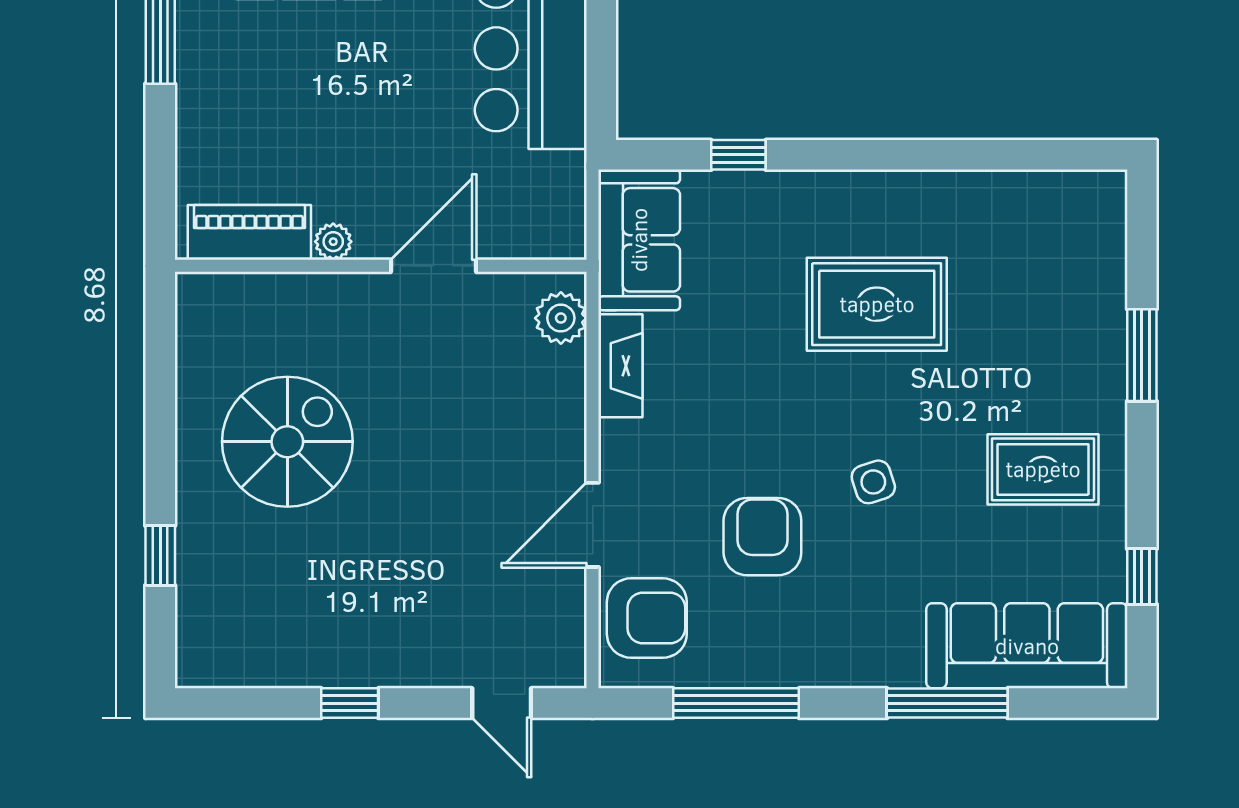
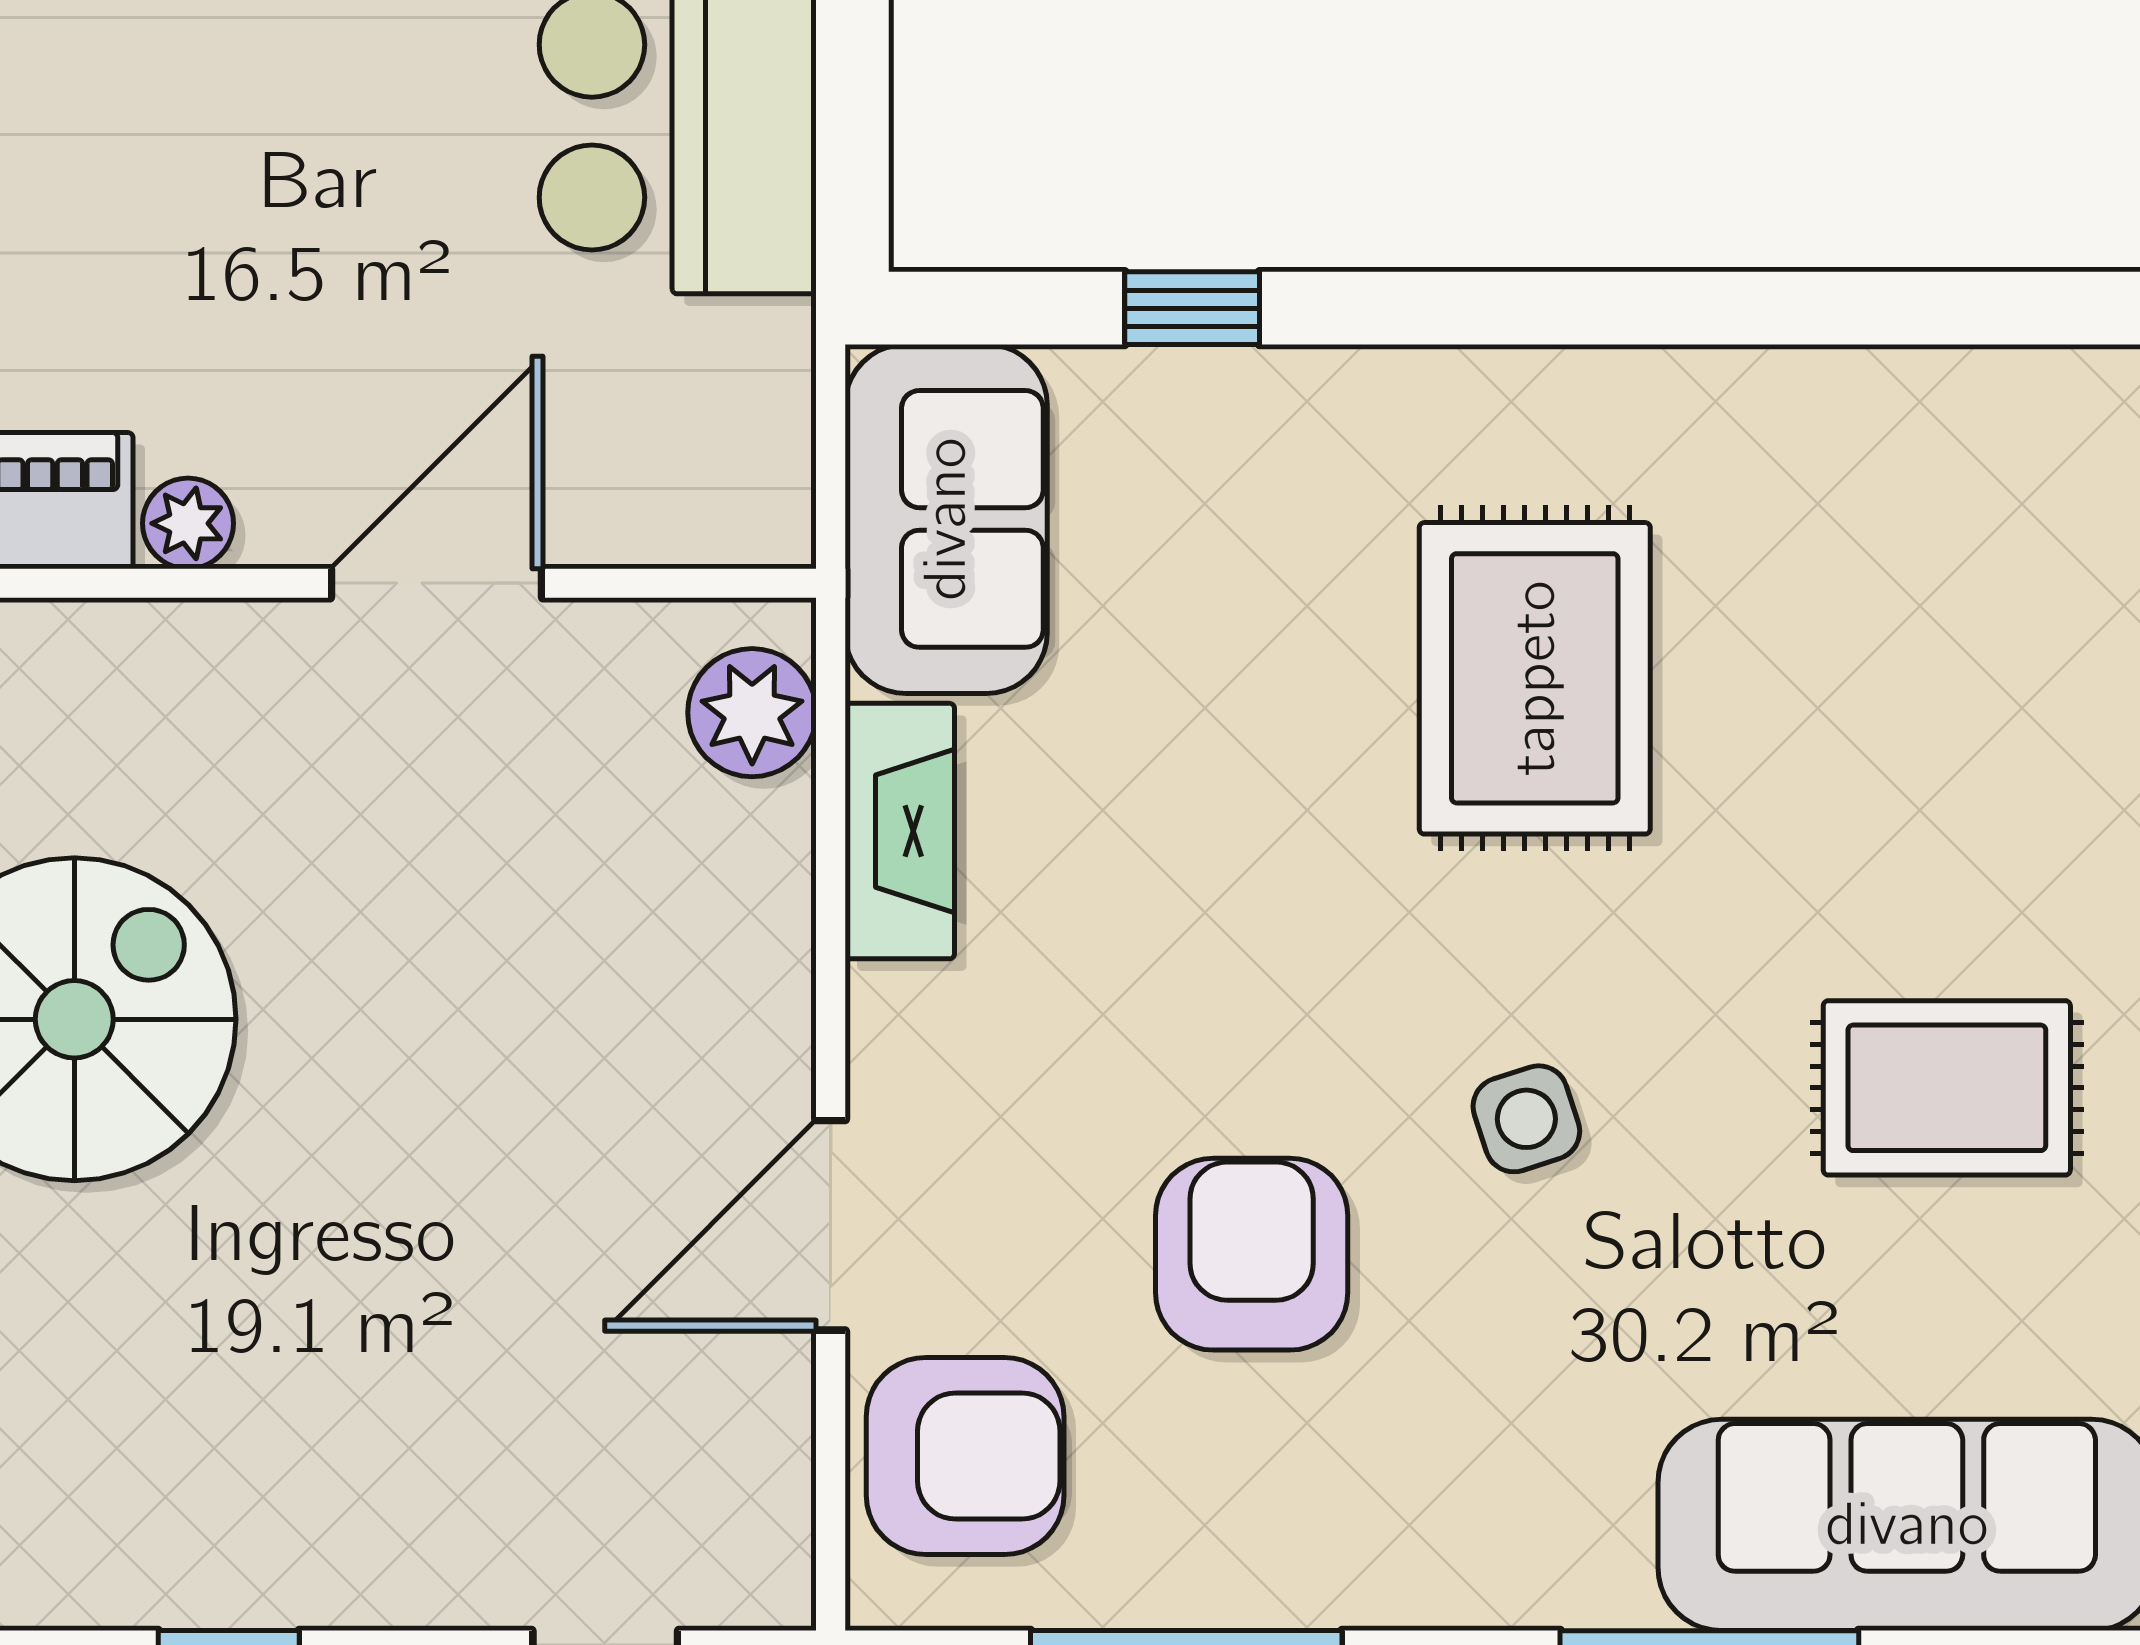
rug: (877, 304) -> (1535, 678), turned 90

